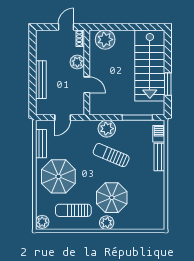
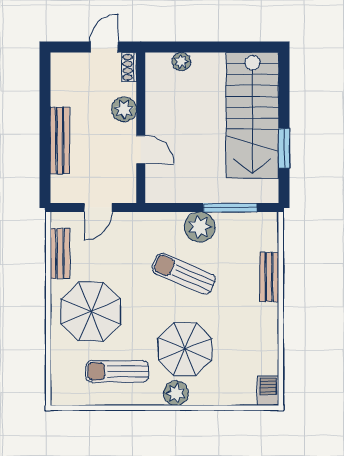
plant: (105, 40) -> (181, 62), width x0.53, depth x0.53
plant: (107, 129) -> (200, 227), moved
barbecue: (159, 134) -> (268, 391), moved
plant: (42, 222) -> (62, 392), removed

